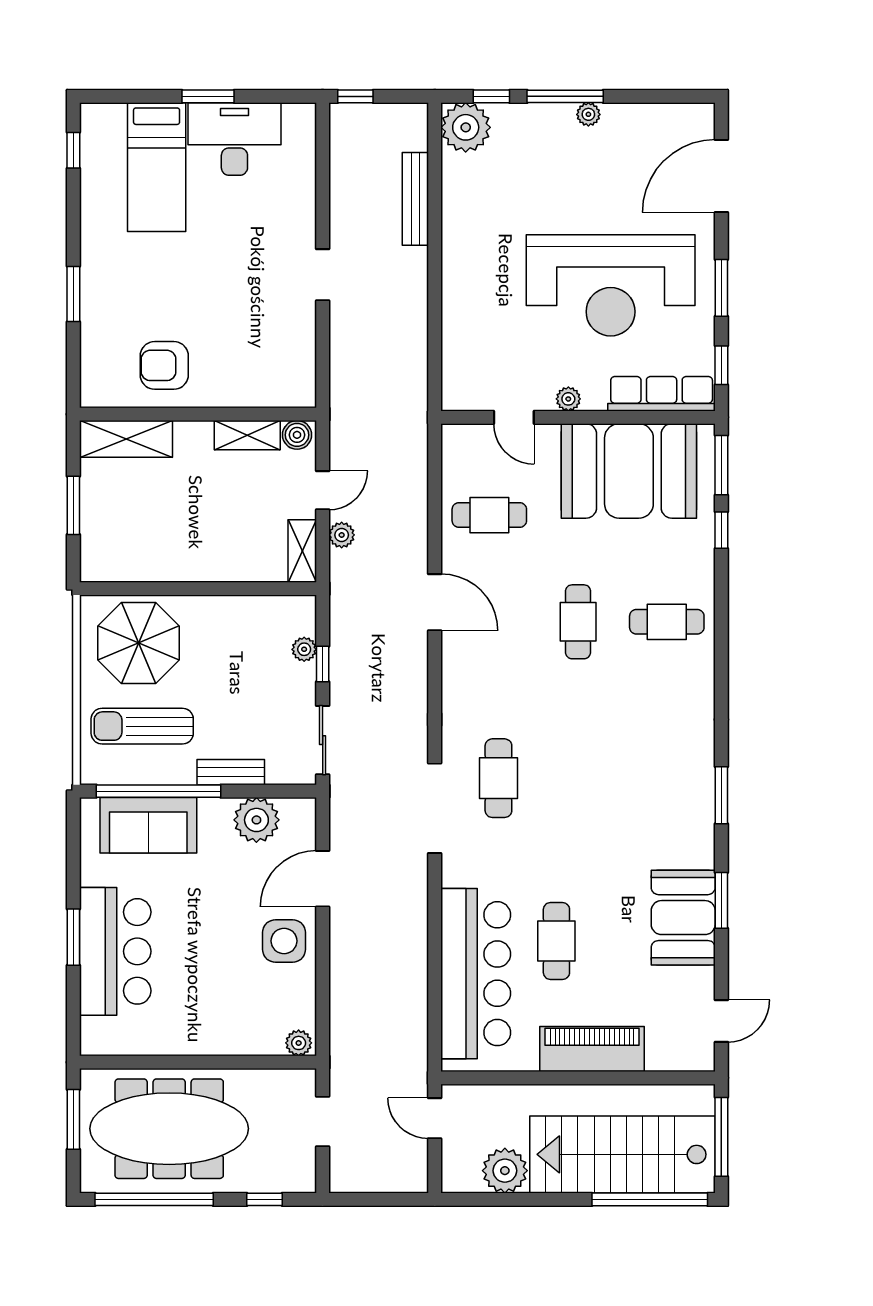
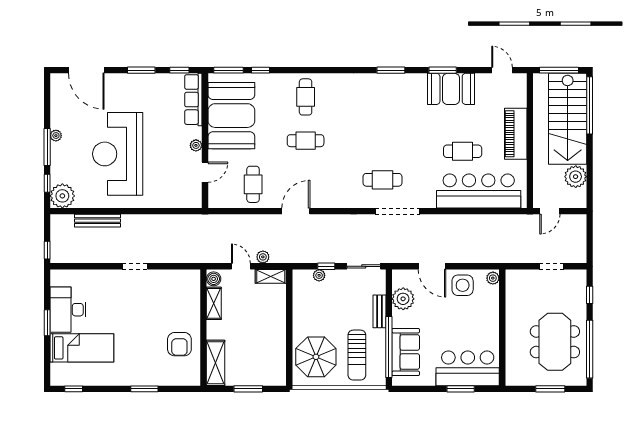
reception desk: (611, 285) -> (118, 154), moved, turned 180
plant: (299, 1043) -> (493, 278), moved
wall: (198, 1062) -> (502, 328), moved
meeting table: (169, 1129) -> (555, 342), width x0.73

